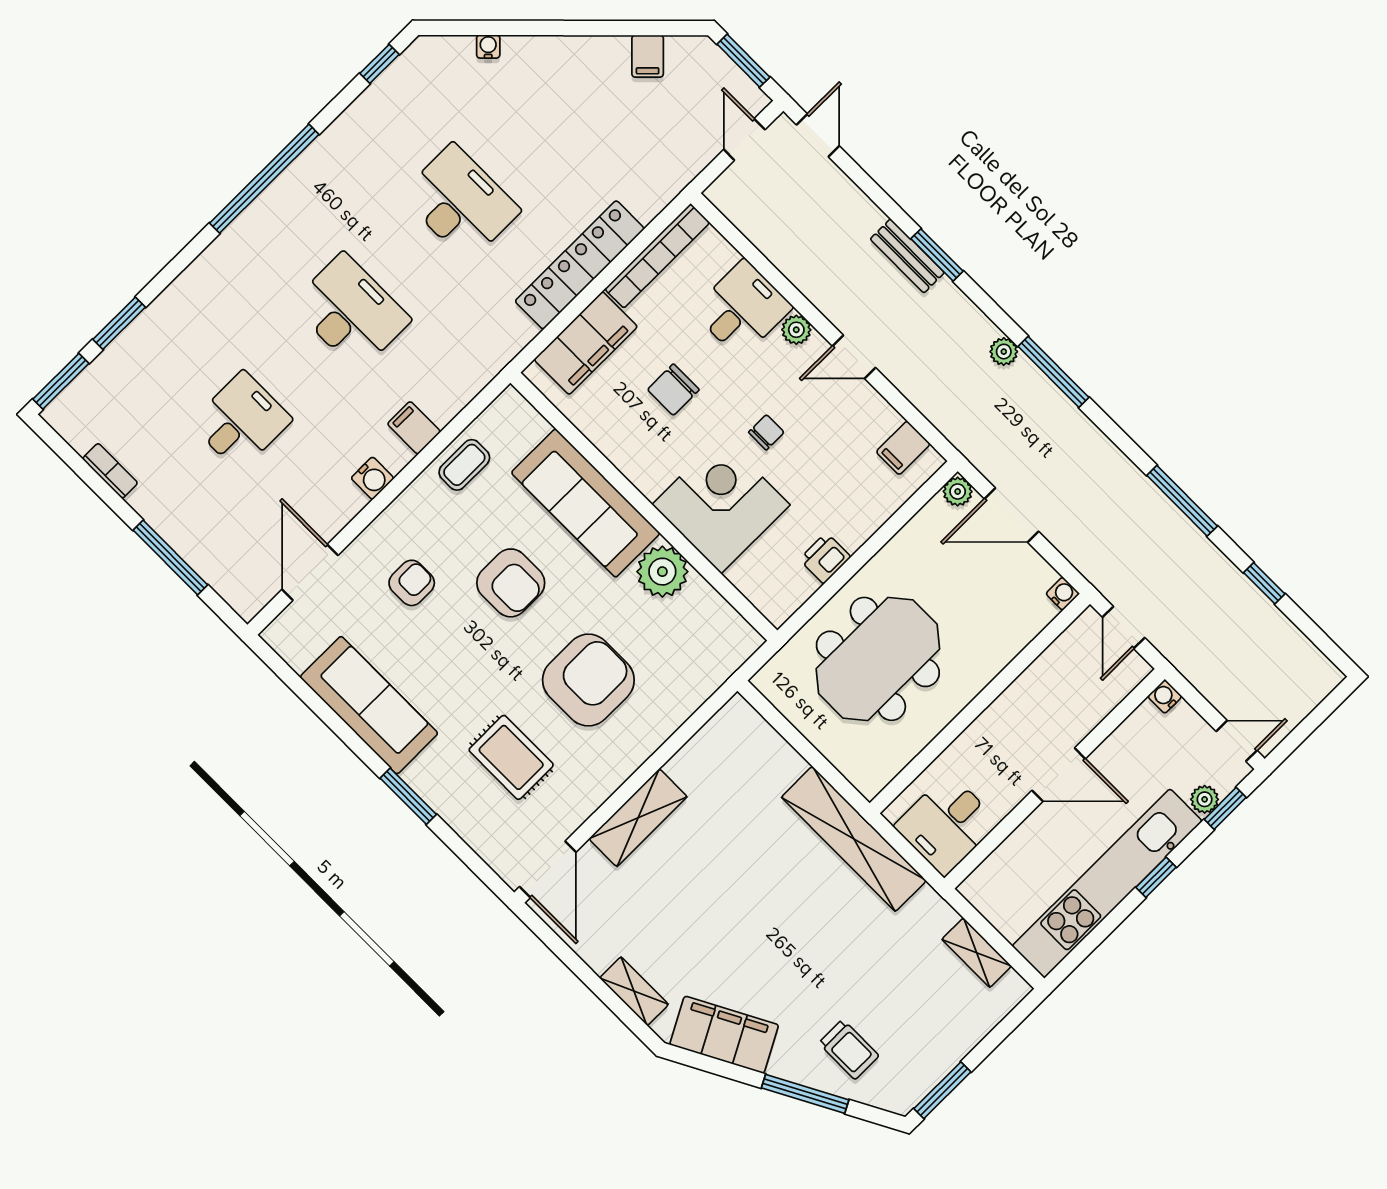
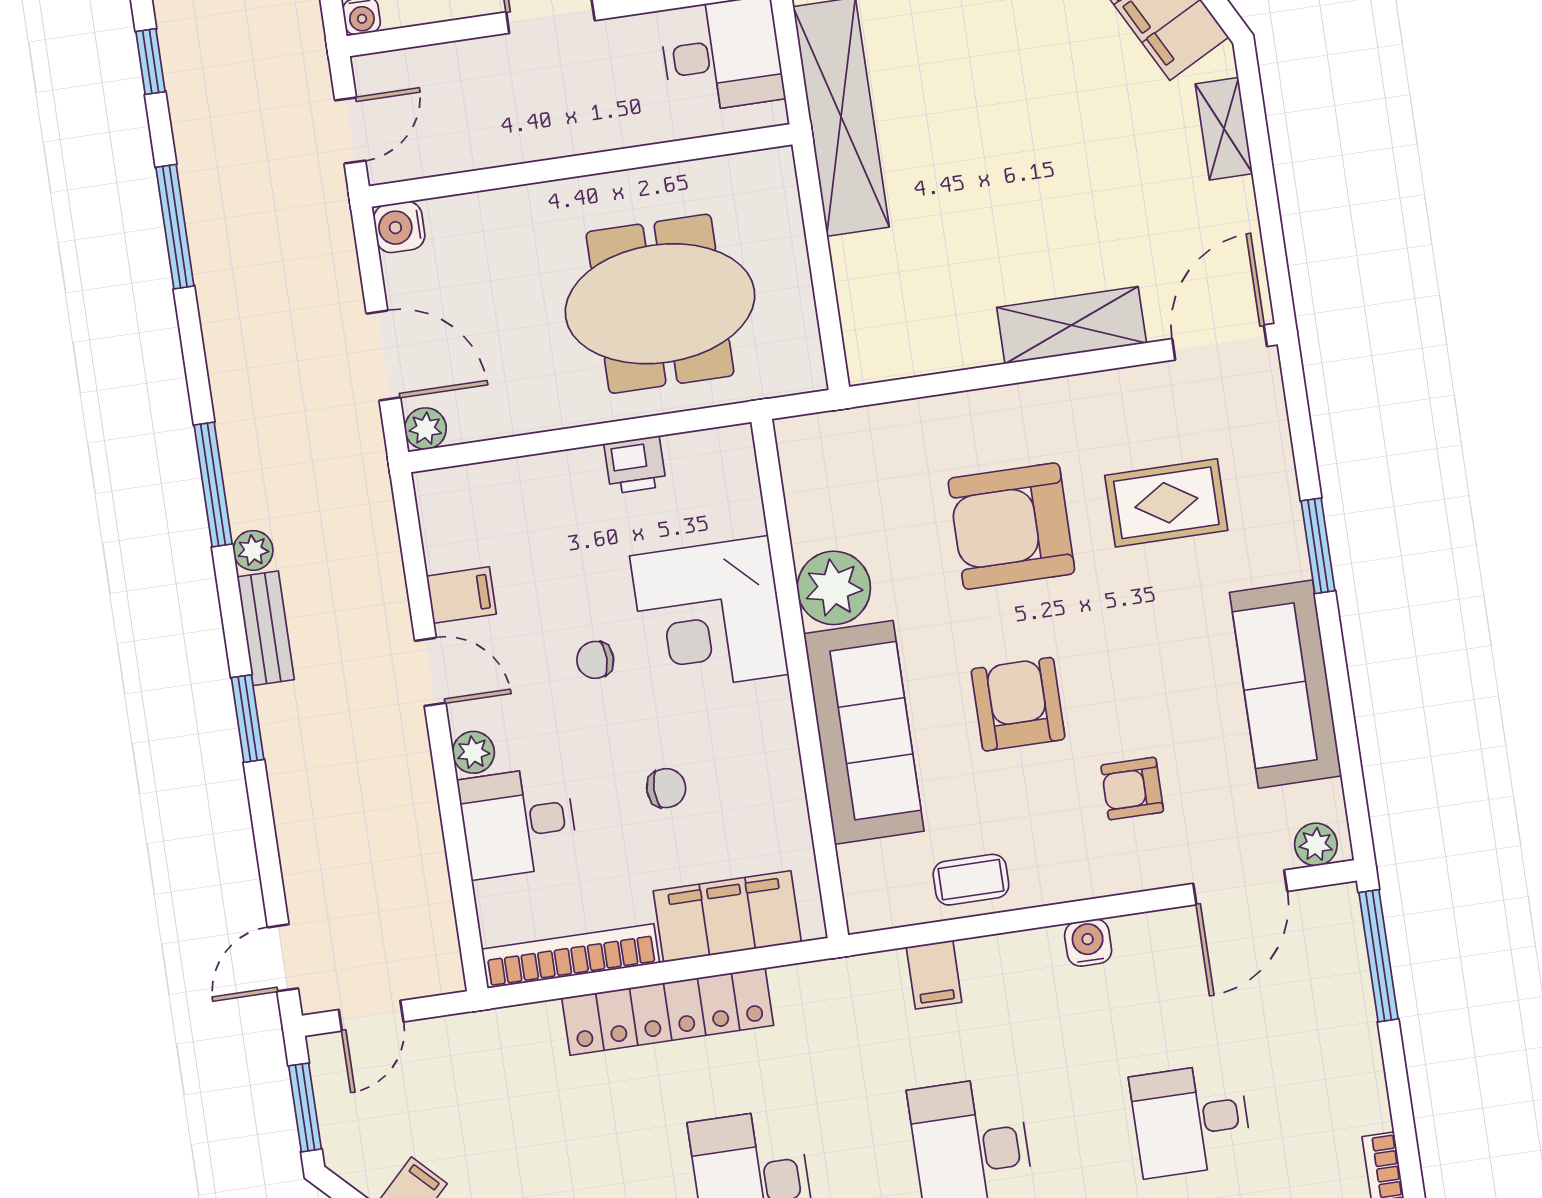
bench: (907, 256) -> (266, 628), moved
chair: (673, 390) -> (666, 788), width x0.73, depth x0.73
filing cabinet: (414, 428) -> (934, 975), moved
filing cabinet: (903, 448) -> (461, 595), moved
window: (170, 558) -> (1378, 956), moved
water cooler: (1063, 594) -> (399, 227), width x1.38, depth x1.38
plant: (285, 628) -> (1316, 844), added
rug: (511, 757) -> (1166, 503), turned 90

